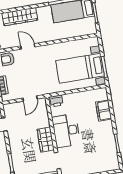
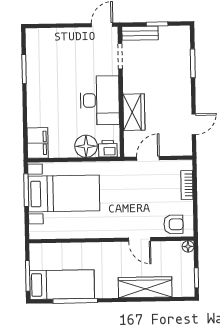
floor lamp: (71, 100) -> (86, 146), added
filing cabinet: (104, 111) -> (38, 143), moved
wardrobe: (46, 139) -> (134, 112), moved

